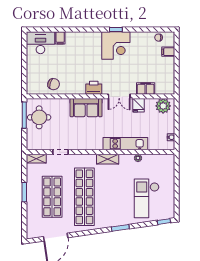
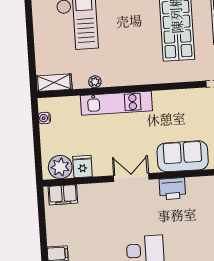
filing cabinet: (146, 88) -> (63, 195), moved
fridge: (139, 105) -> (82, 167), moved
shelving: (108, 159) -> (54, 83), moved

